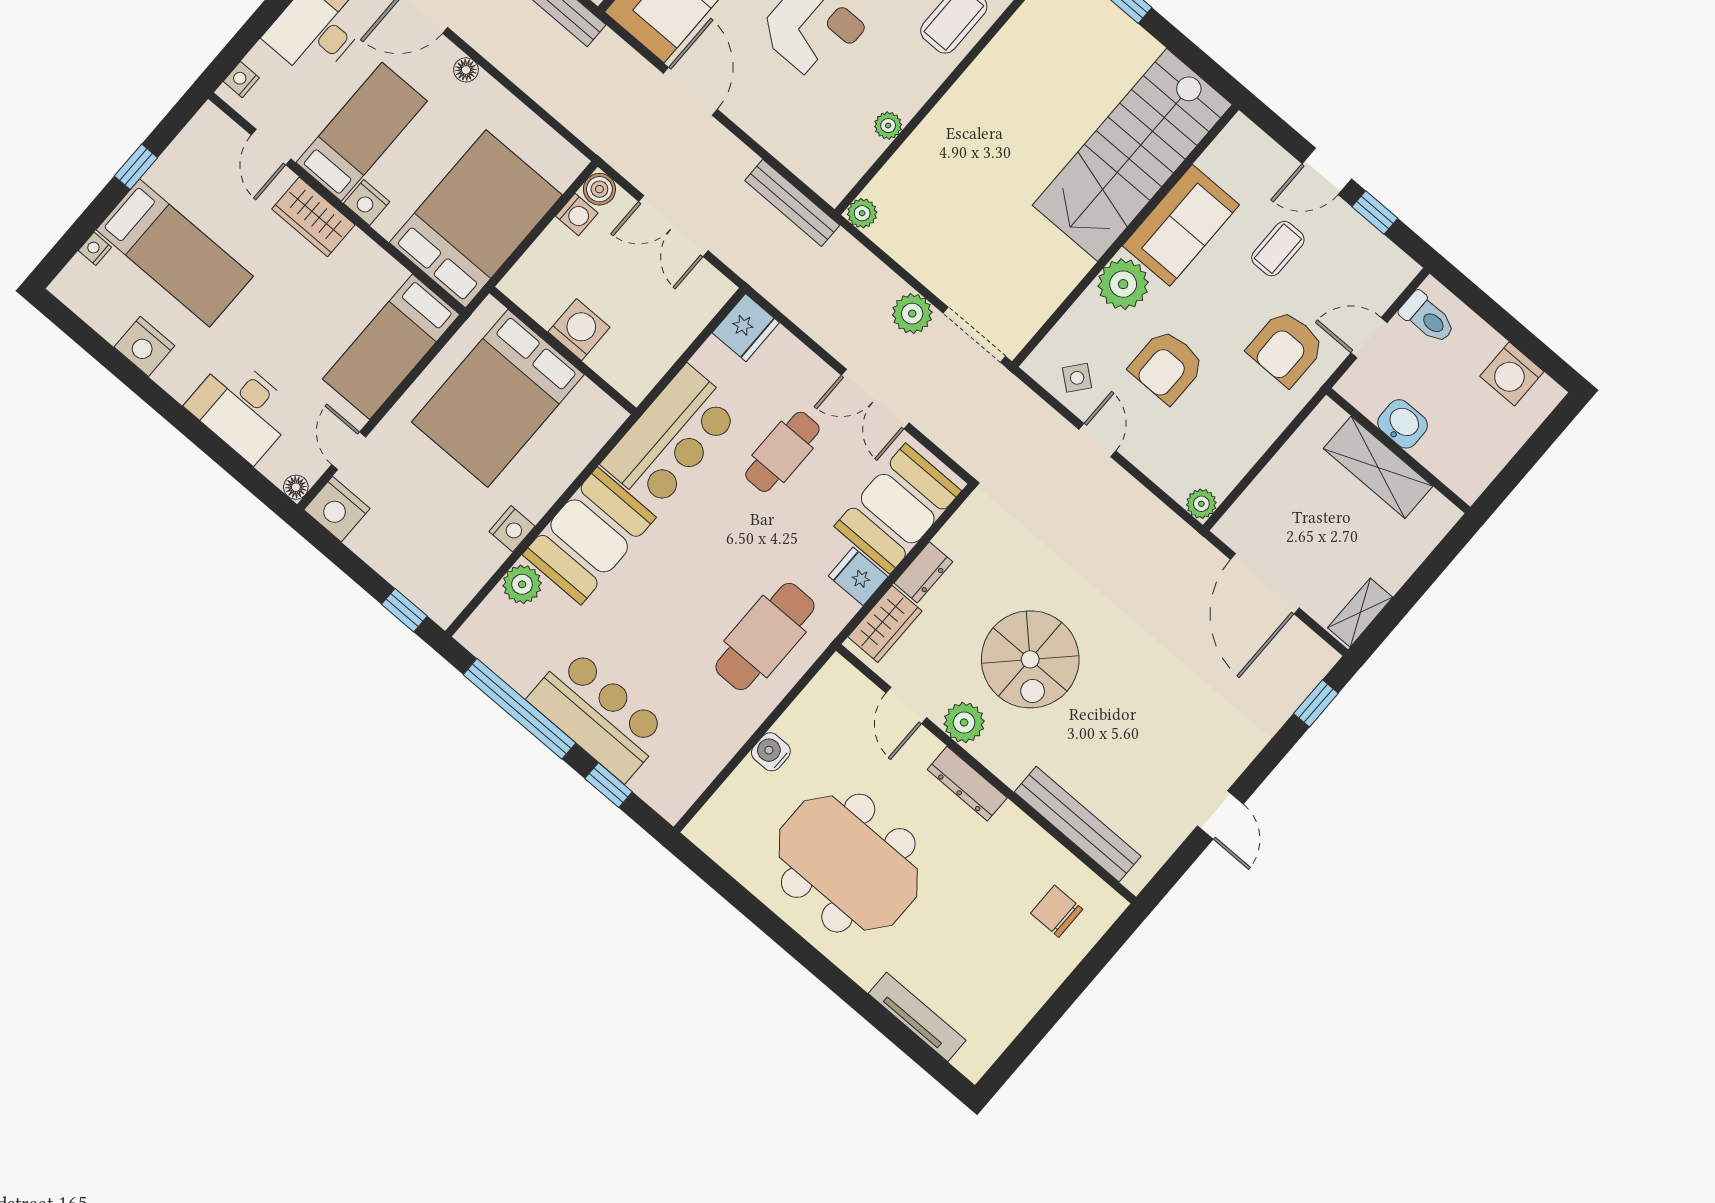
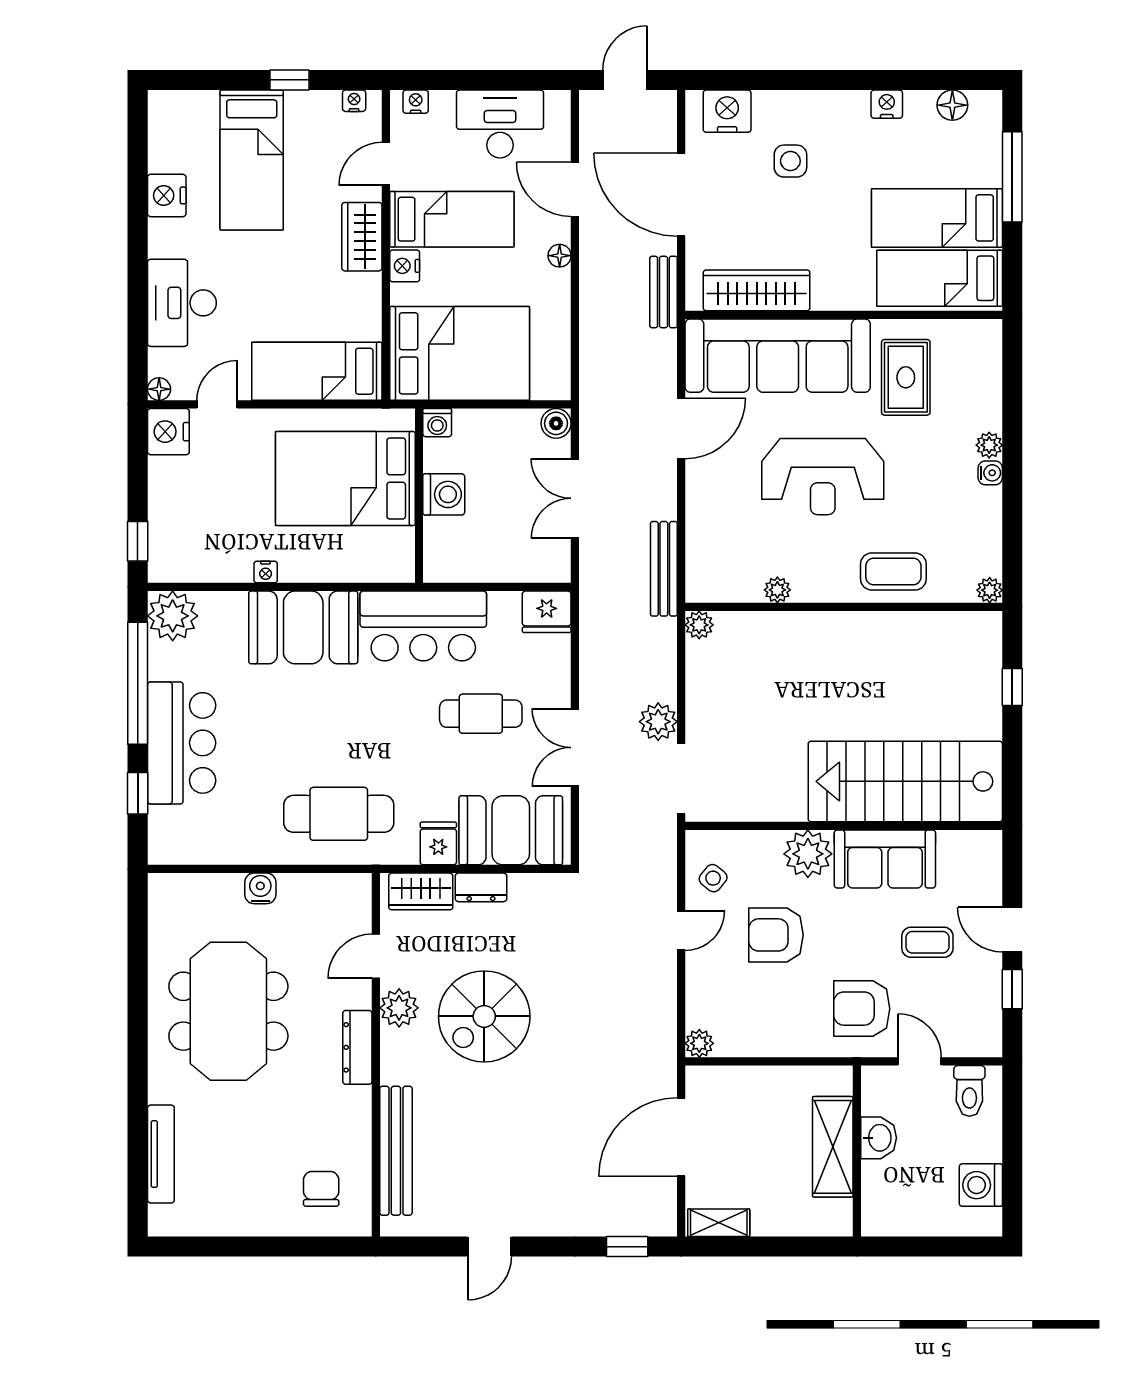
washing machine: (577, 214) -> (437, 423), moved
nightstand: (95, 249) -> (354, 101), moved
nightstand: (512, 529) -> (266, 572), width x0.72, depth x0.74
plant: (522, 584) -> (173, 616), moved, width x1.36, depth x1.36

